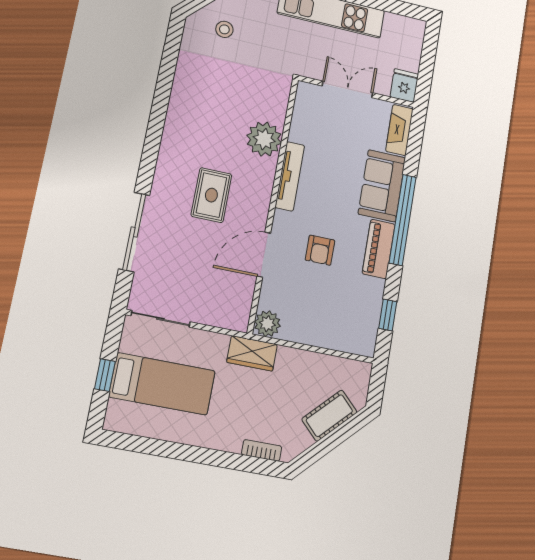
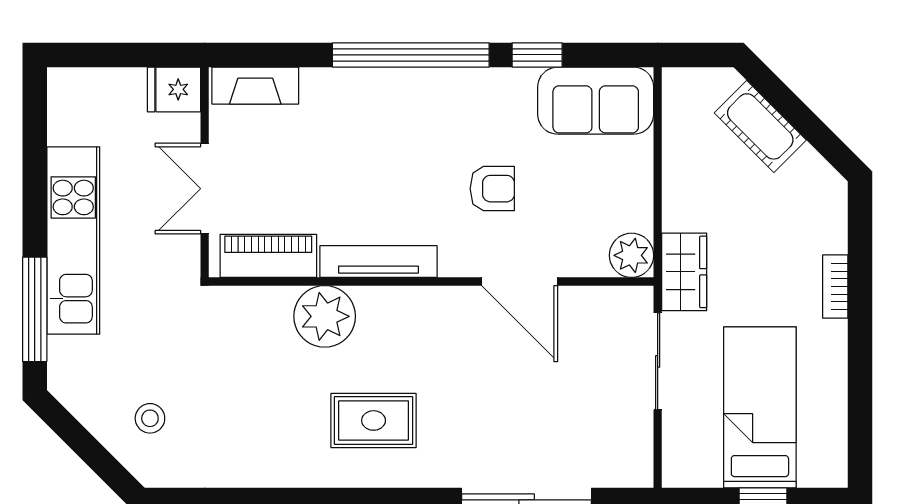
sofa: (382, 186) -> (596, 101), moved
rug: (211, 195) -> (374, 420), moved
piano: (379, 249) -> (268, 256), moved, turned 180
window: (388, 315) -> (537, 55), moved
sliding door: (160, 319) -> (658, 361), moved
bookcase: (262, 450) -> (835, 287), moved

